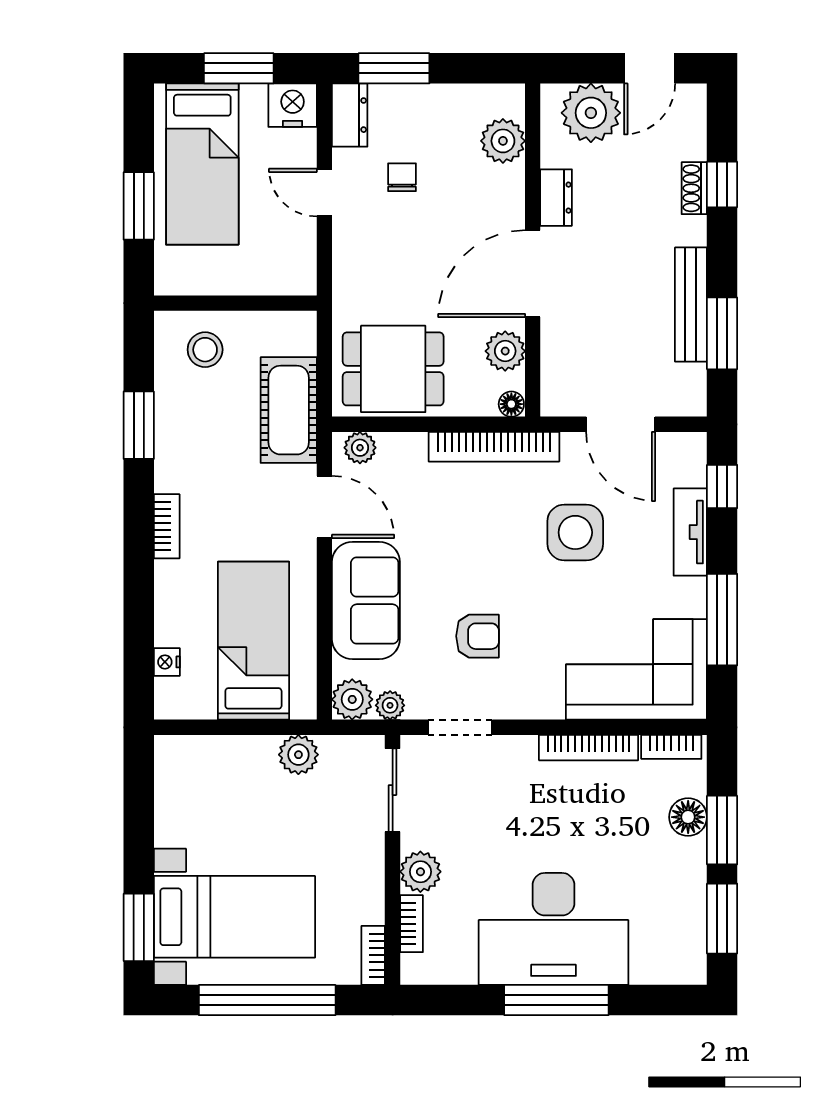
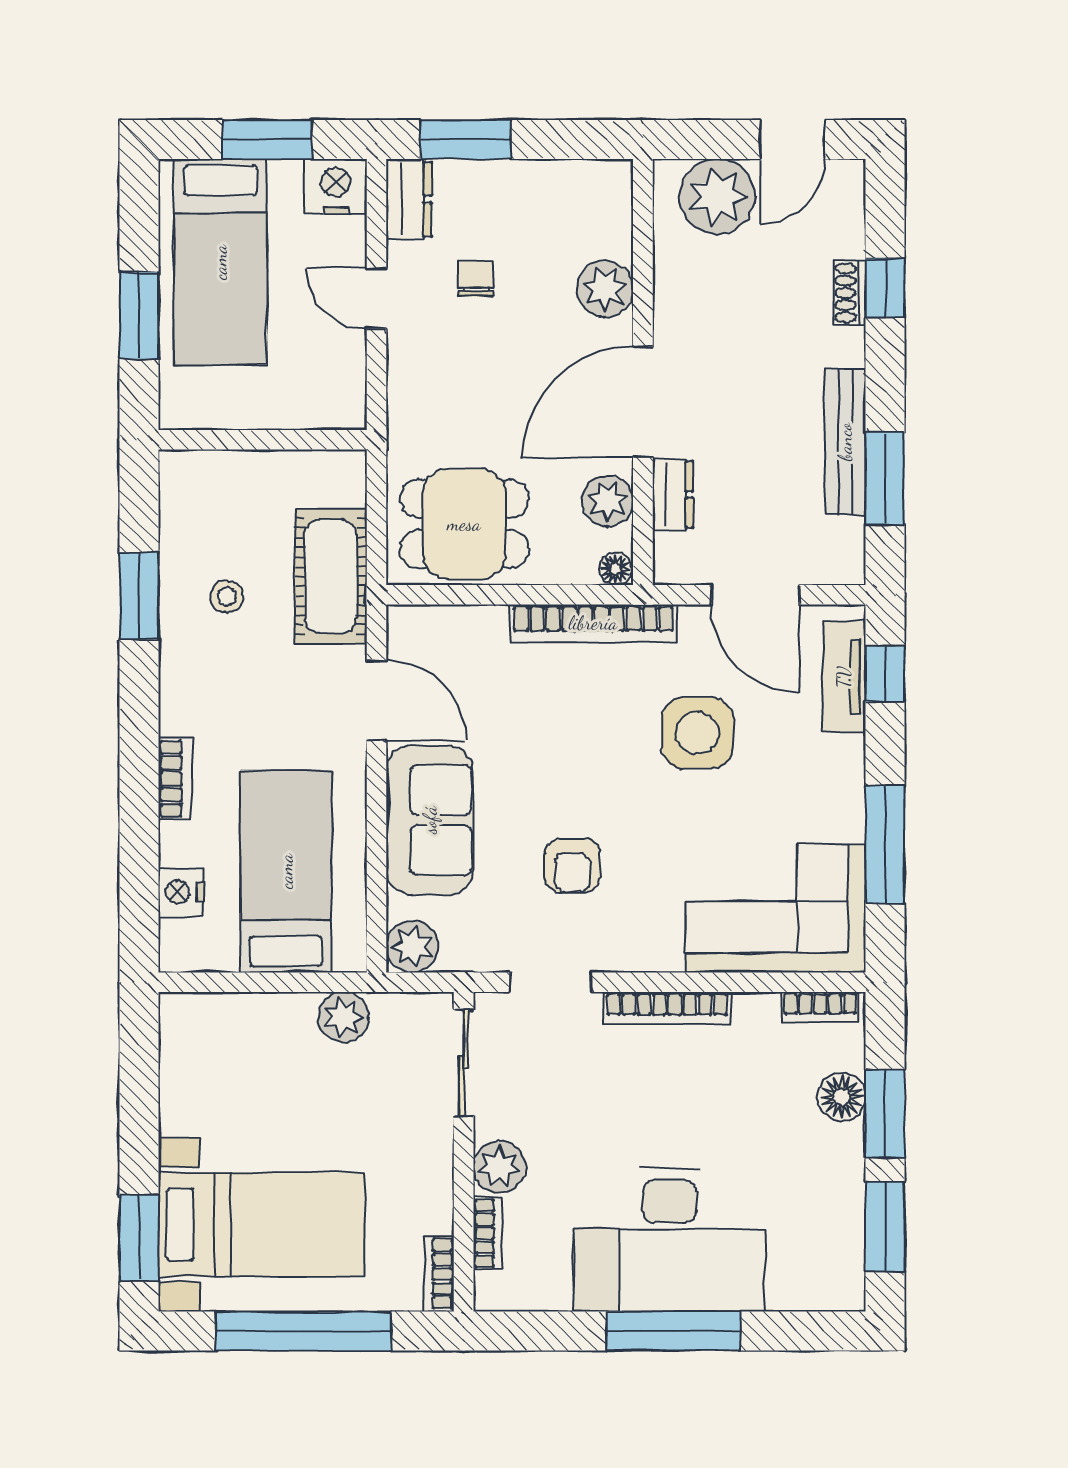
plant: (503, 141) -> (605, 289), moved
dresser: (556, 198) -> (673, 495), moved
stool: (205, 350) -> (227, 596), moved, width x0.73, depth x0.73
plant: (360, 448) -> (422, 625), removed
bookcase: (167, 526) -> (175, 779), moved
tv unit: (690, 532) -> (844, 677), moved
armchair: (478, 636) -> (572, 866), turned 90
nightstand: (167, 662) -> (181, 892), width x1.39, depth x1.35
plant: (390, 705) -> (460, 954), removed
bookcase: (589, 748) -> (667, 1008), moved

